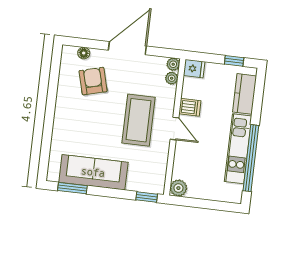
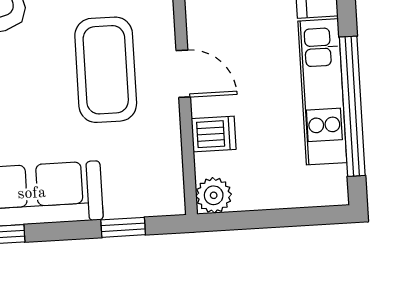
dishwasher: (190, 107) -> (214, 134), moved
window: (147, 197) -> (123, 227), moved

